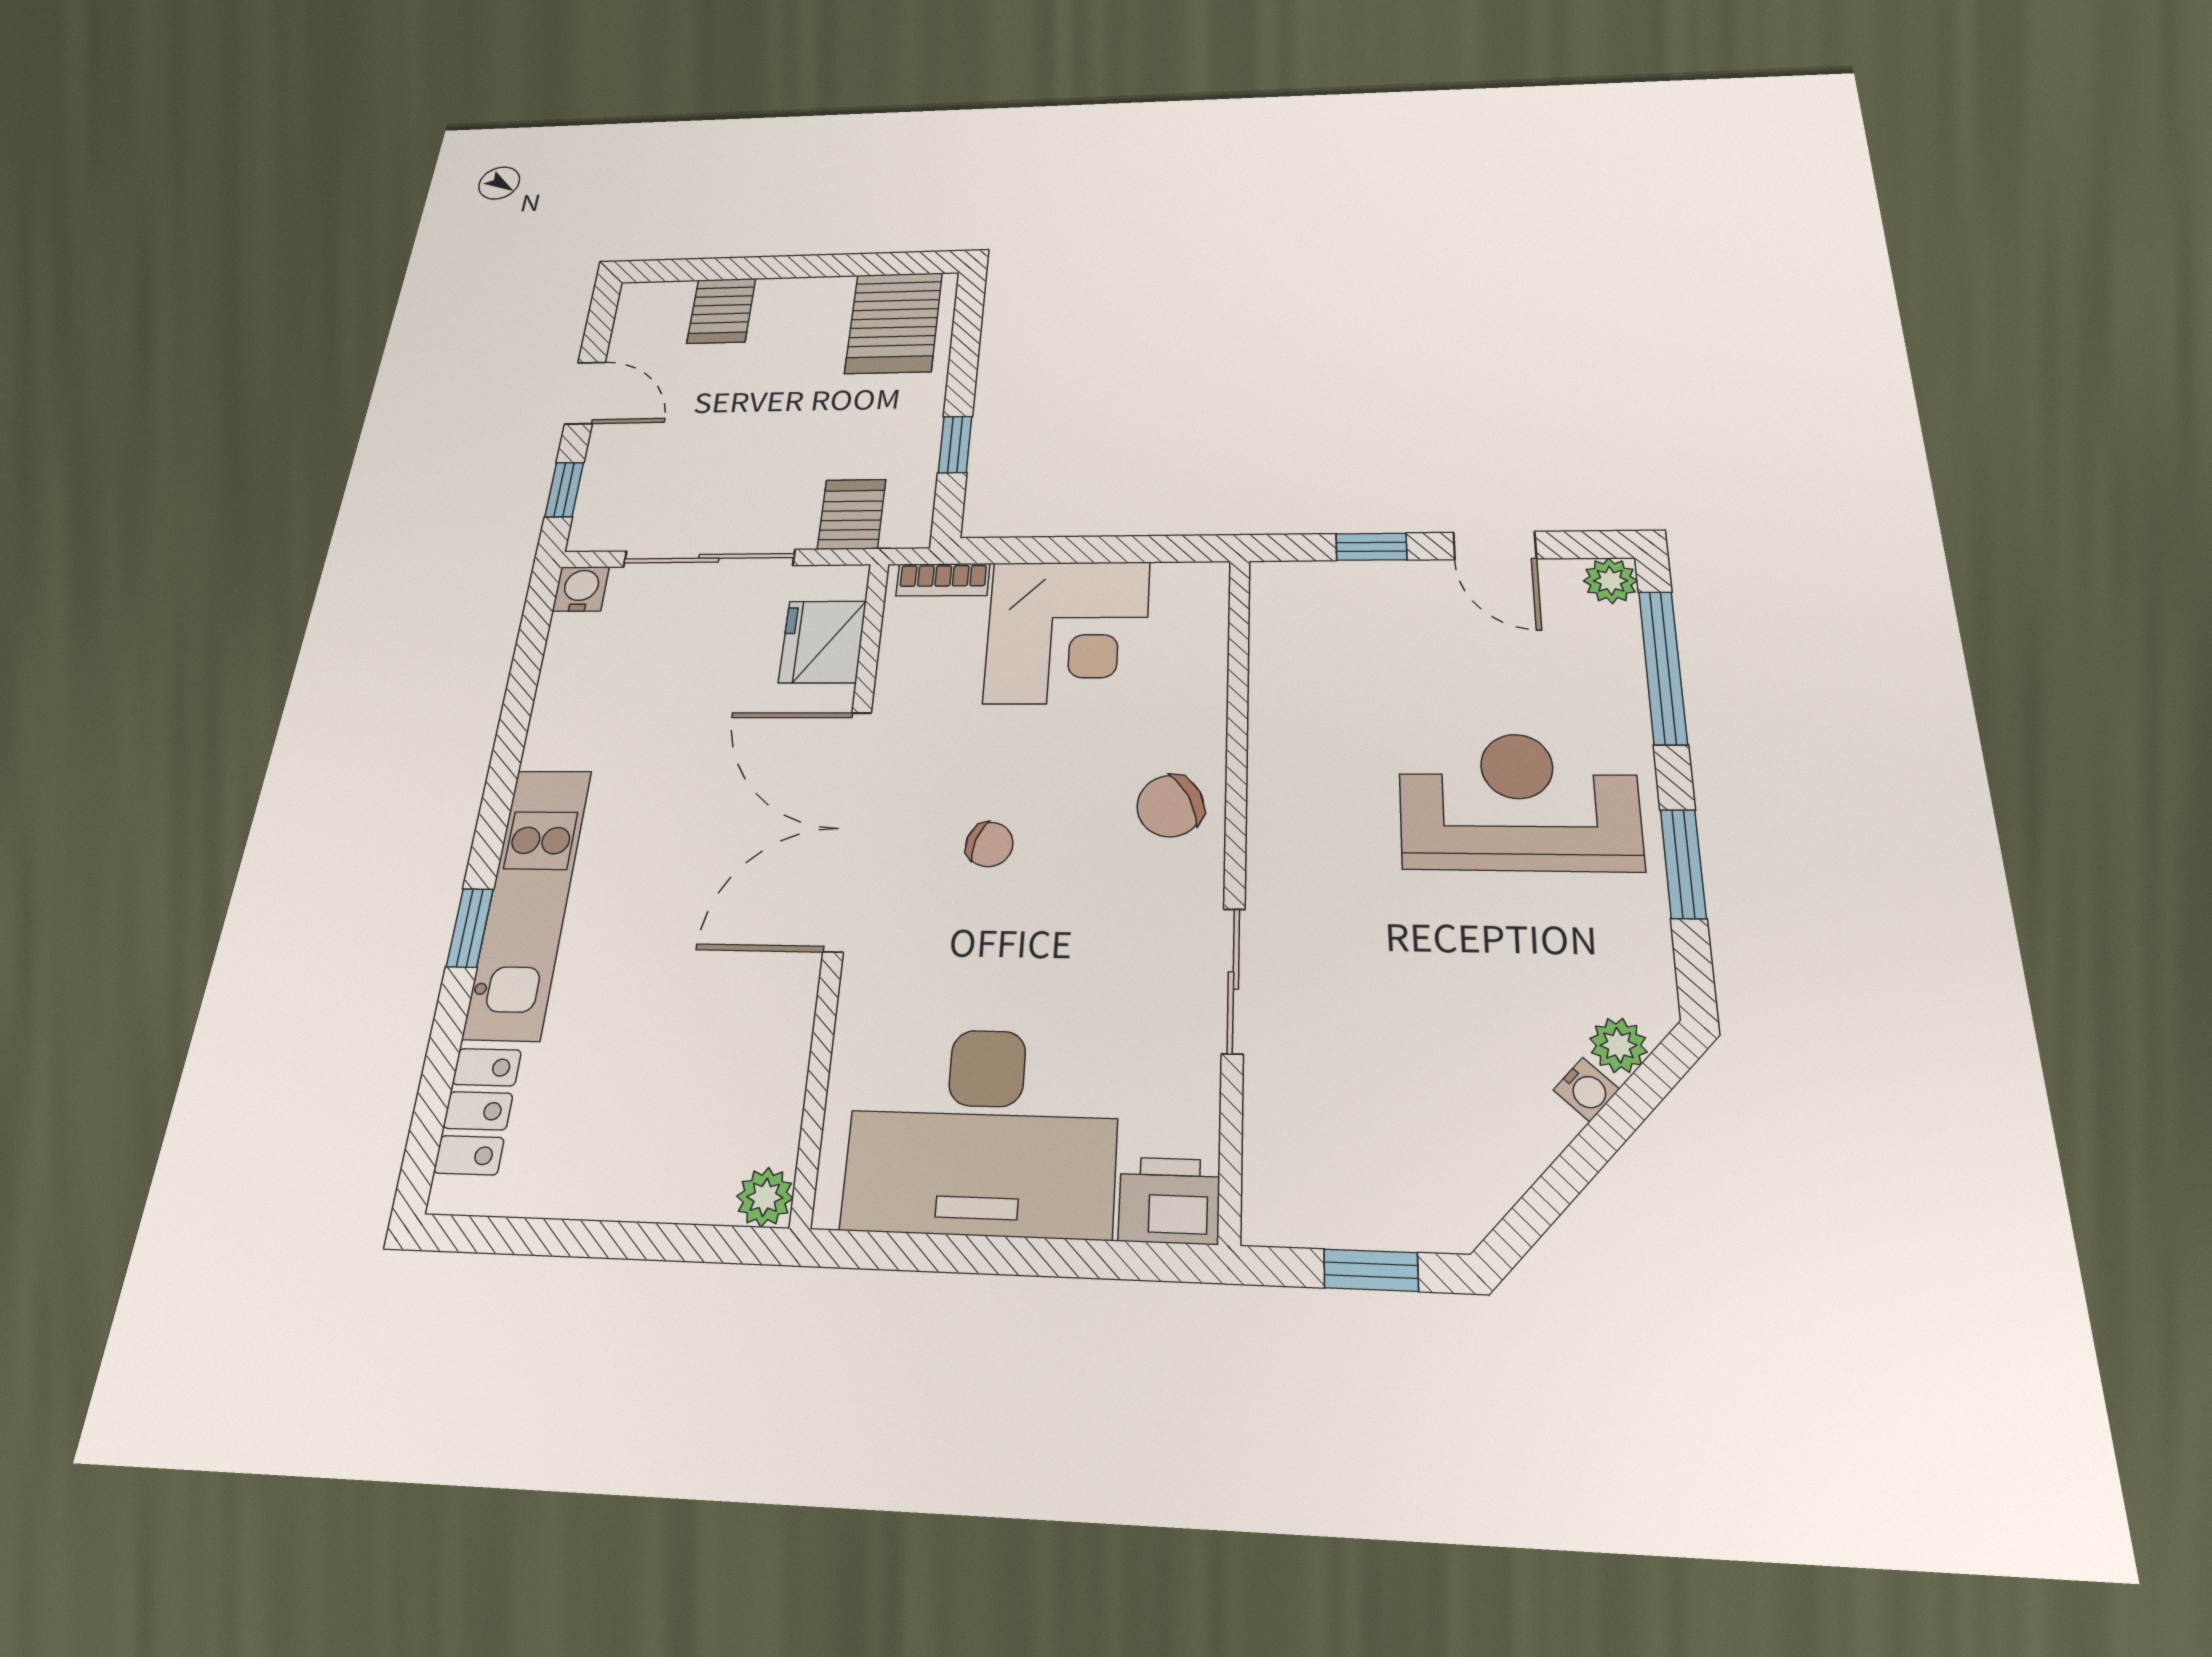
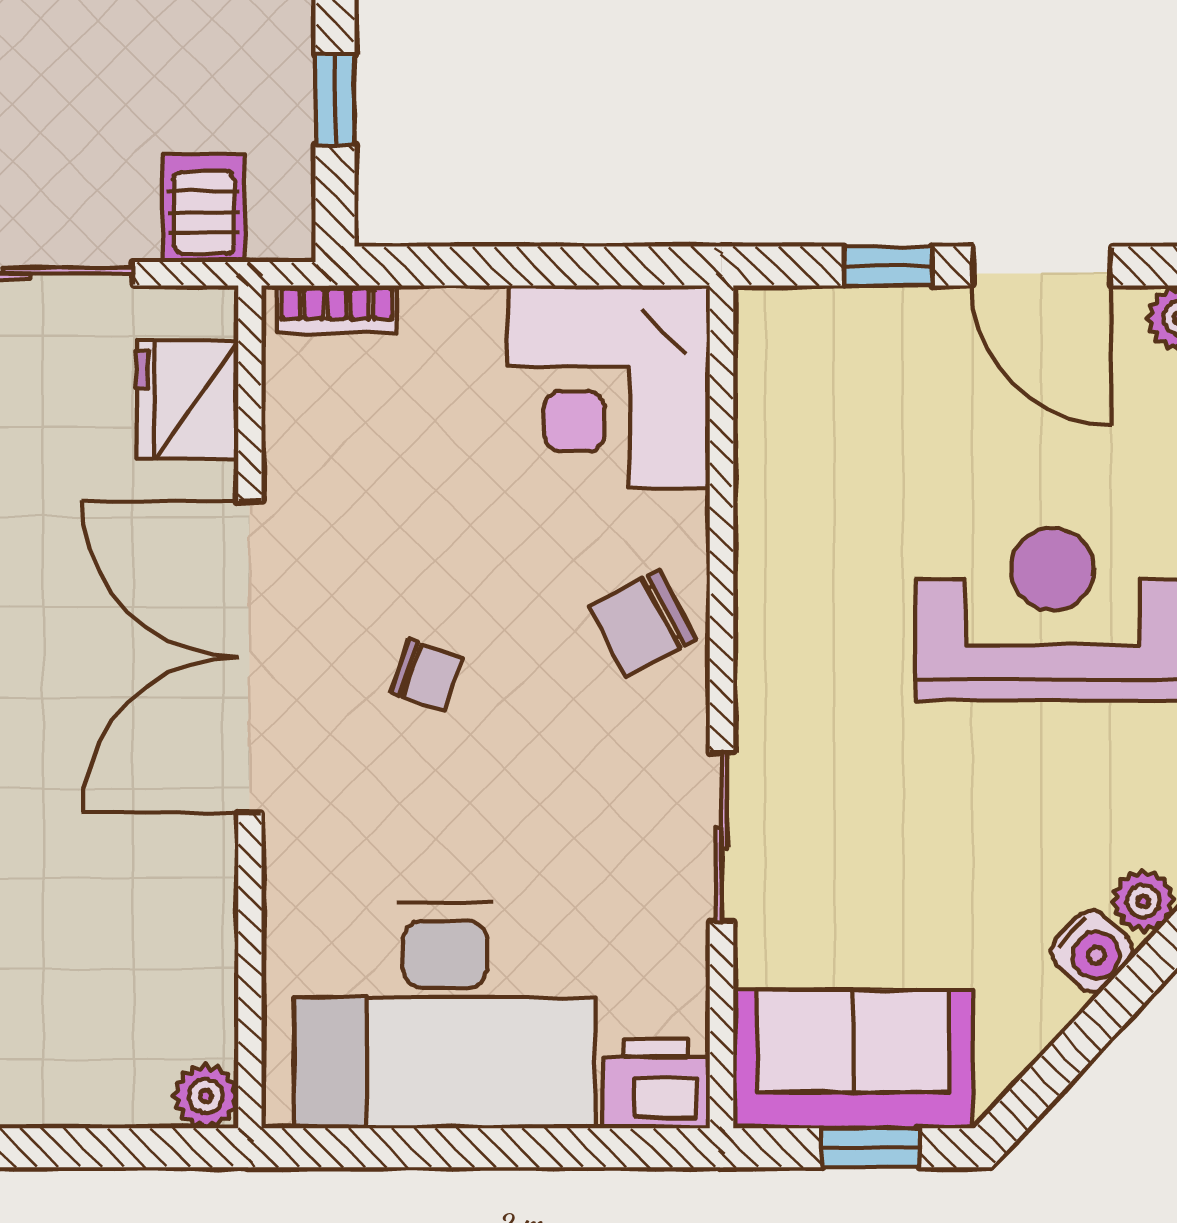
door: (1495, 546) -> (1042, 266), width x1.38
corner desk: (1067, 632) -> (609, 387), moved, turned 90
water cooler: (1586, 1090) -> (1092, 951), width x1.38, depth x1.38
sofa: (1353, 1184) -> (853, 1059), added

